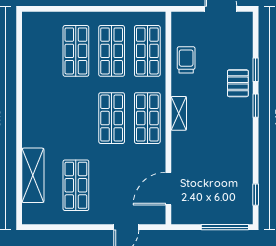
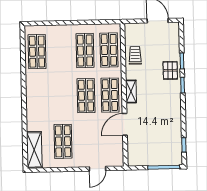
shop shelf: (76, 51) -> (37, 52), moved
shelving: (33, 175) -> (34, 150), moved
door: (168, 189) -> (125, 124), moved

